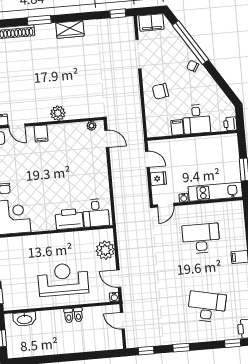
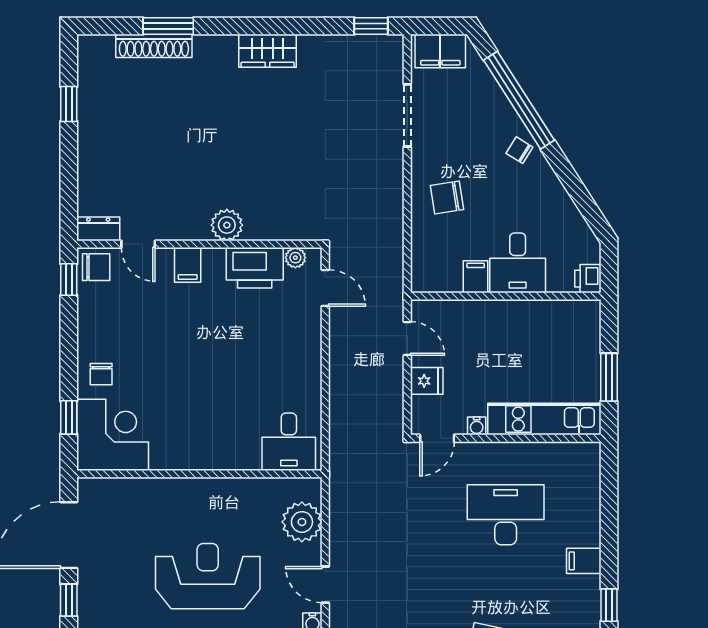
window: (39, 20) -> (168, 26), moved
printer: (69, 219) -> (255, 268), moved, turned 180

